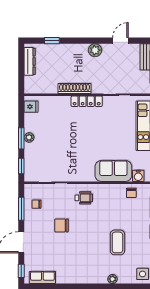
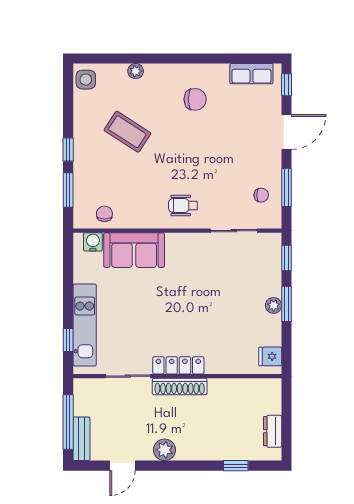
dresser: (30, 61) -> (273, 431), width x0.70
shoe rack: (74, 88) -> (180, 387), moved
chair: (62, 225) -> (195, 99), moved
coffee table: (117, 242) -> (127, 132), turned -57

